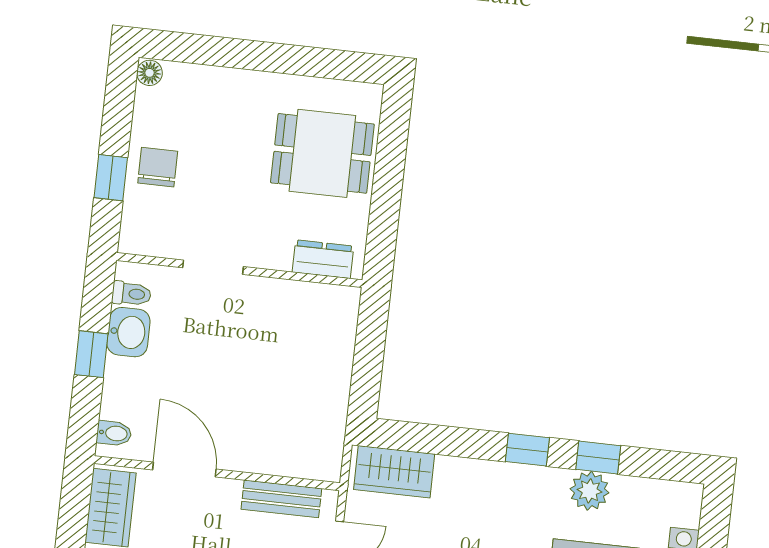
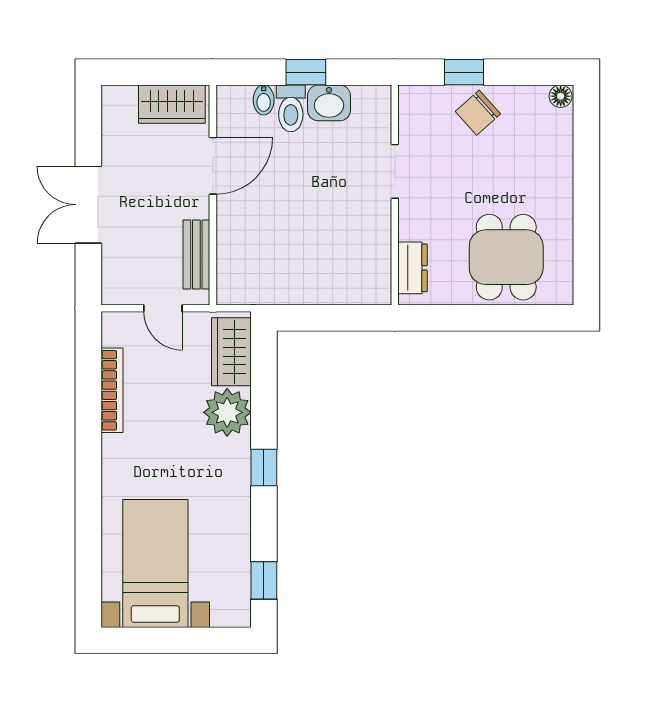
chair: (158, 167) -> (478, 113), turned 138
toilet: (131, 294) -> (291, 108), moved, width x1.37, depth x1.39
bidet: (114, 433) -> (264, 100), moved
window: (598, 458) -> (264, 580), moved
plant: (590, 491) -> (227, 412), moved, width x1.36, depth x1.36

